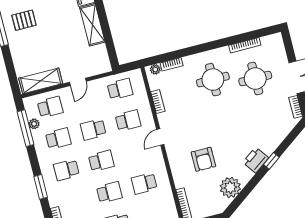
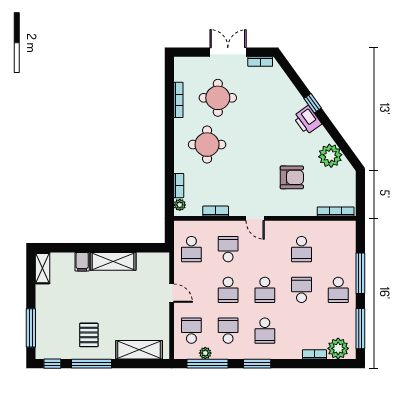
shelving: (41, 81) -> (139, 350), moved, turned 90
school desk: (120, 89) -> (191, 249), turned 180
school desk: (101, 161) -> (265, 290), turned 180
window: (41, 187) -> (257, 364), moved

